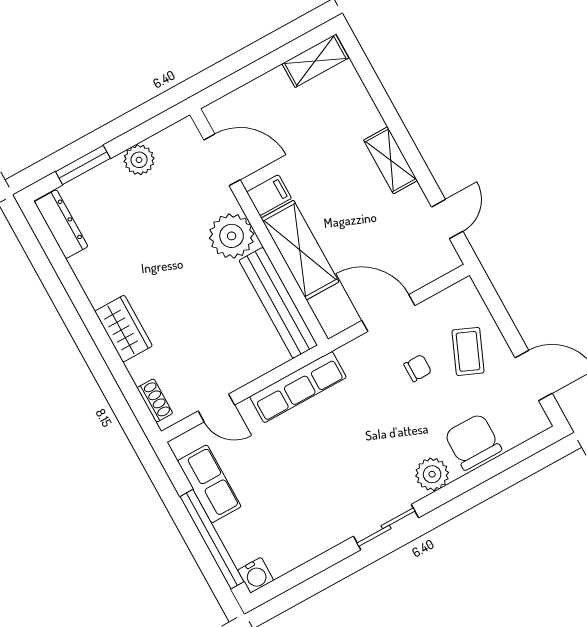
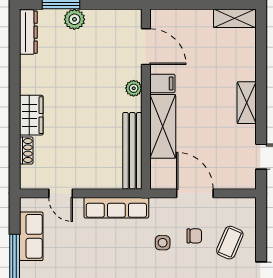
plant: (139, 160) -> (74, 19), moved
plant: (232, 236) -> (134, 88), width x0.53, depth x0.53
side table: (382, 399) -> (163, 243), added
shoe rack: (155, 400) -> (26, 151), moved

